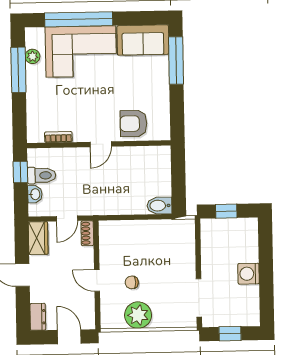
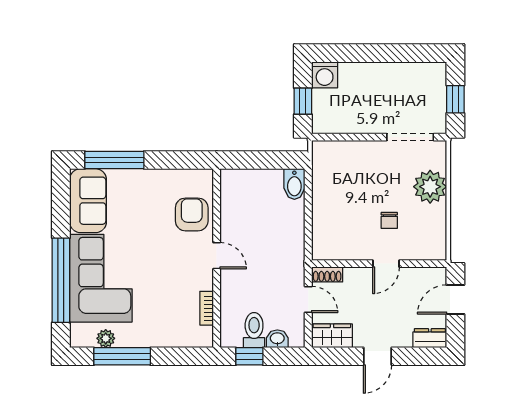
armchair: (133, 124) -> (192, 214), turned 180
washing machine: (248, 274) -> (325, 75), moved
plant: (138, 315) -> (430, 187), moved

